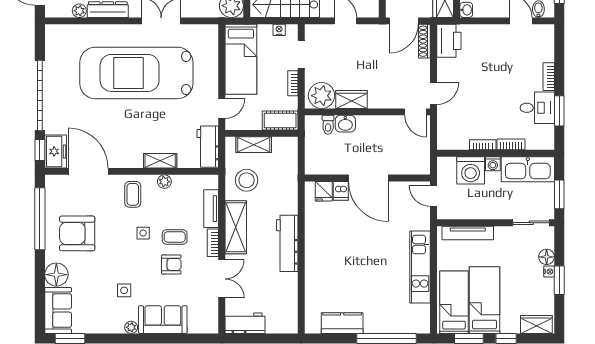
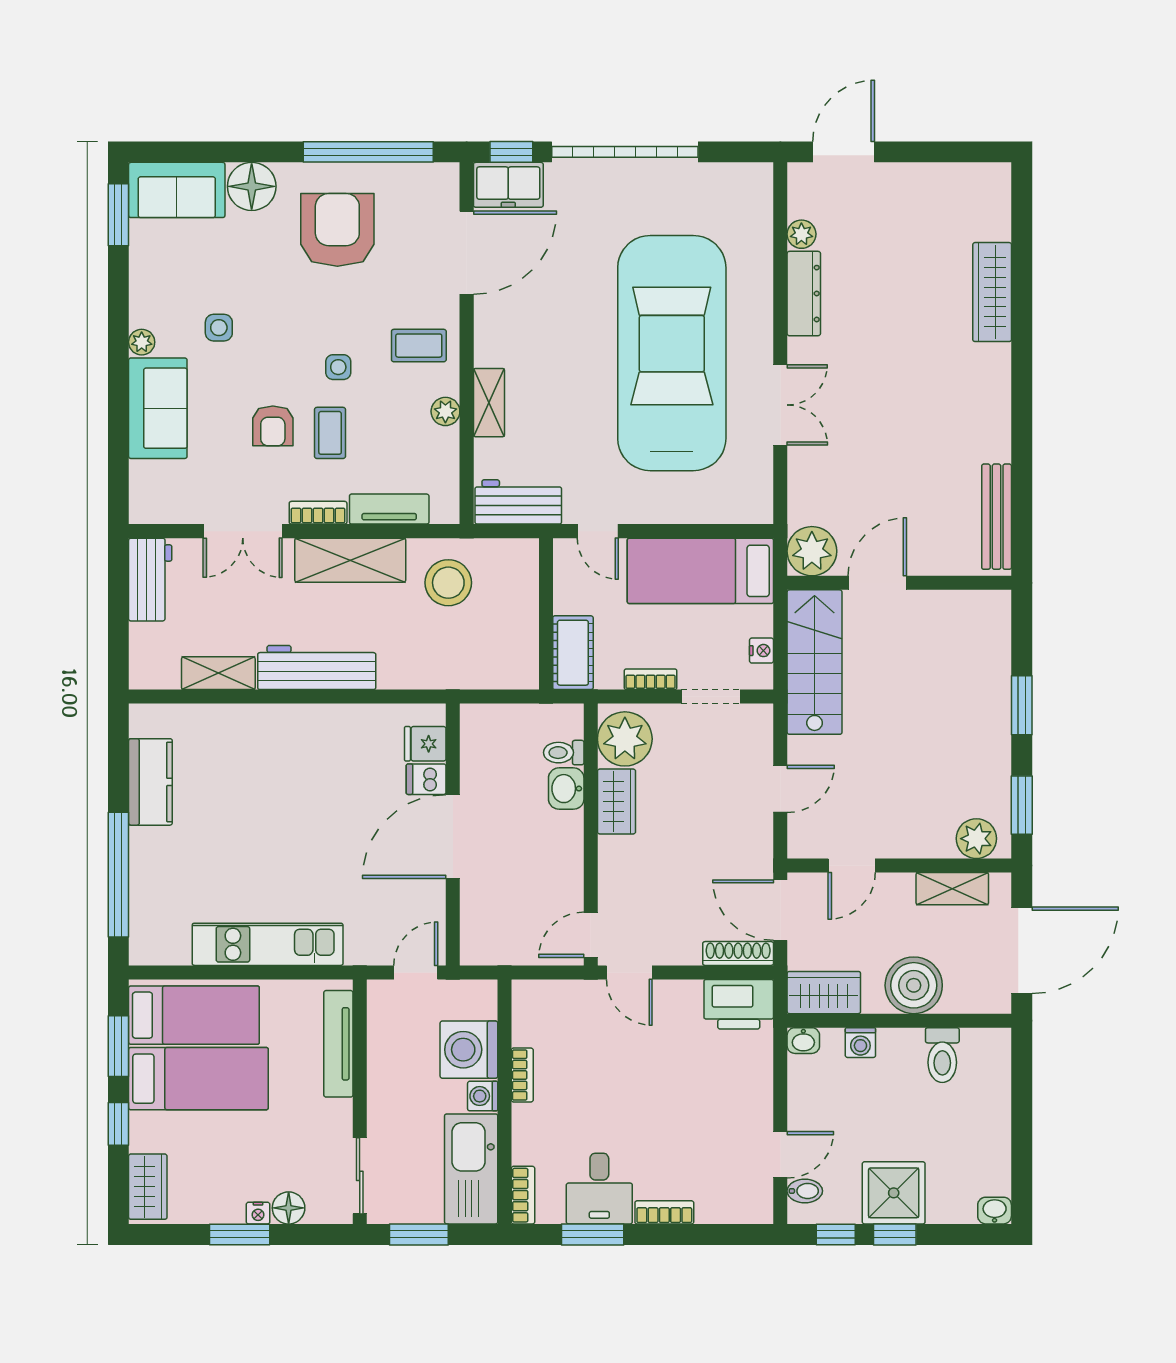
bookcase: (511, 144) -> (523, 1195), moved
shelving: (254, 145) -> (218, 673), moved, turned 90

